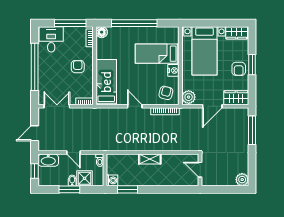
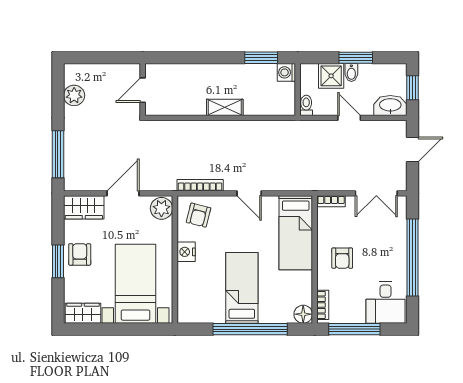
bed: (157, 54) -> (242, 288), moved, turned -90
door: (200, 170) -> (143, 90), swing flipped
plant: (242, 180) -> (74, 95), moved

